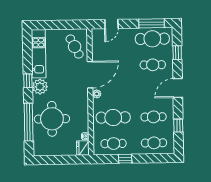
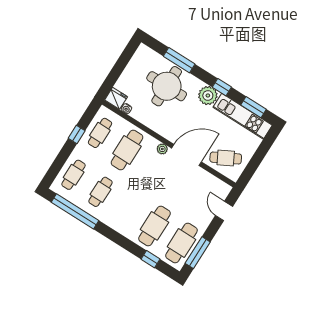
window: (27, 50) -> (254, 107), added
cafe table: (153, 65) -> (154, 226), width x1.37, depth x1.35
door: (90, 75) -> (187, 155), swing flipped
door: (178, 88) -> (114, 236), removed
window: (29, 122) -> (179, 60), width x0.68
window: (178, 126) -> (75, 211), width x3.17

